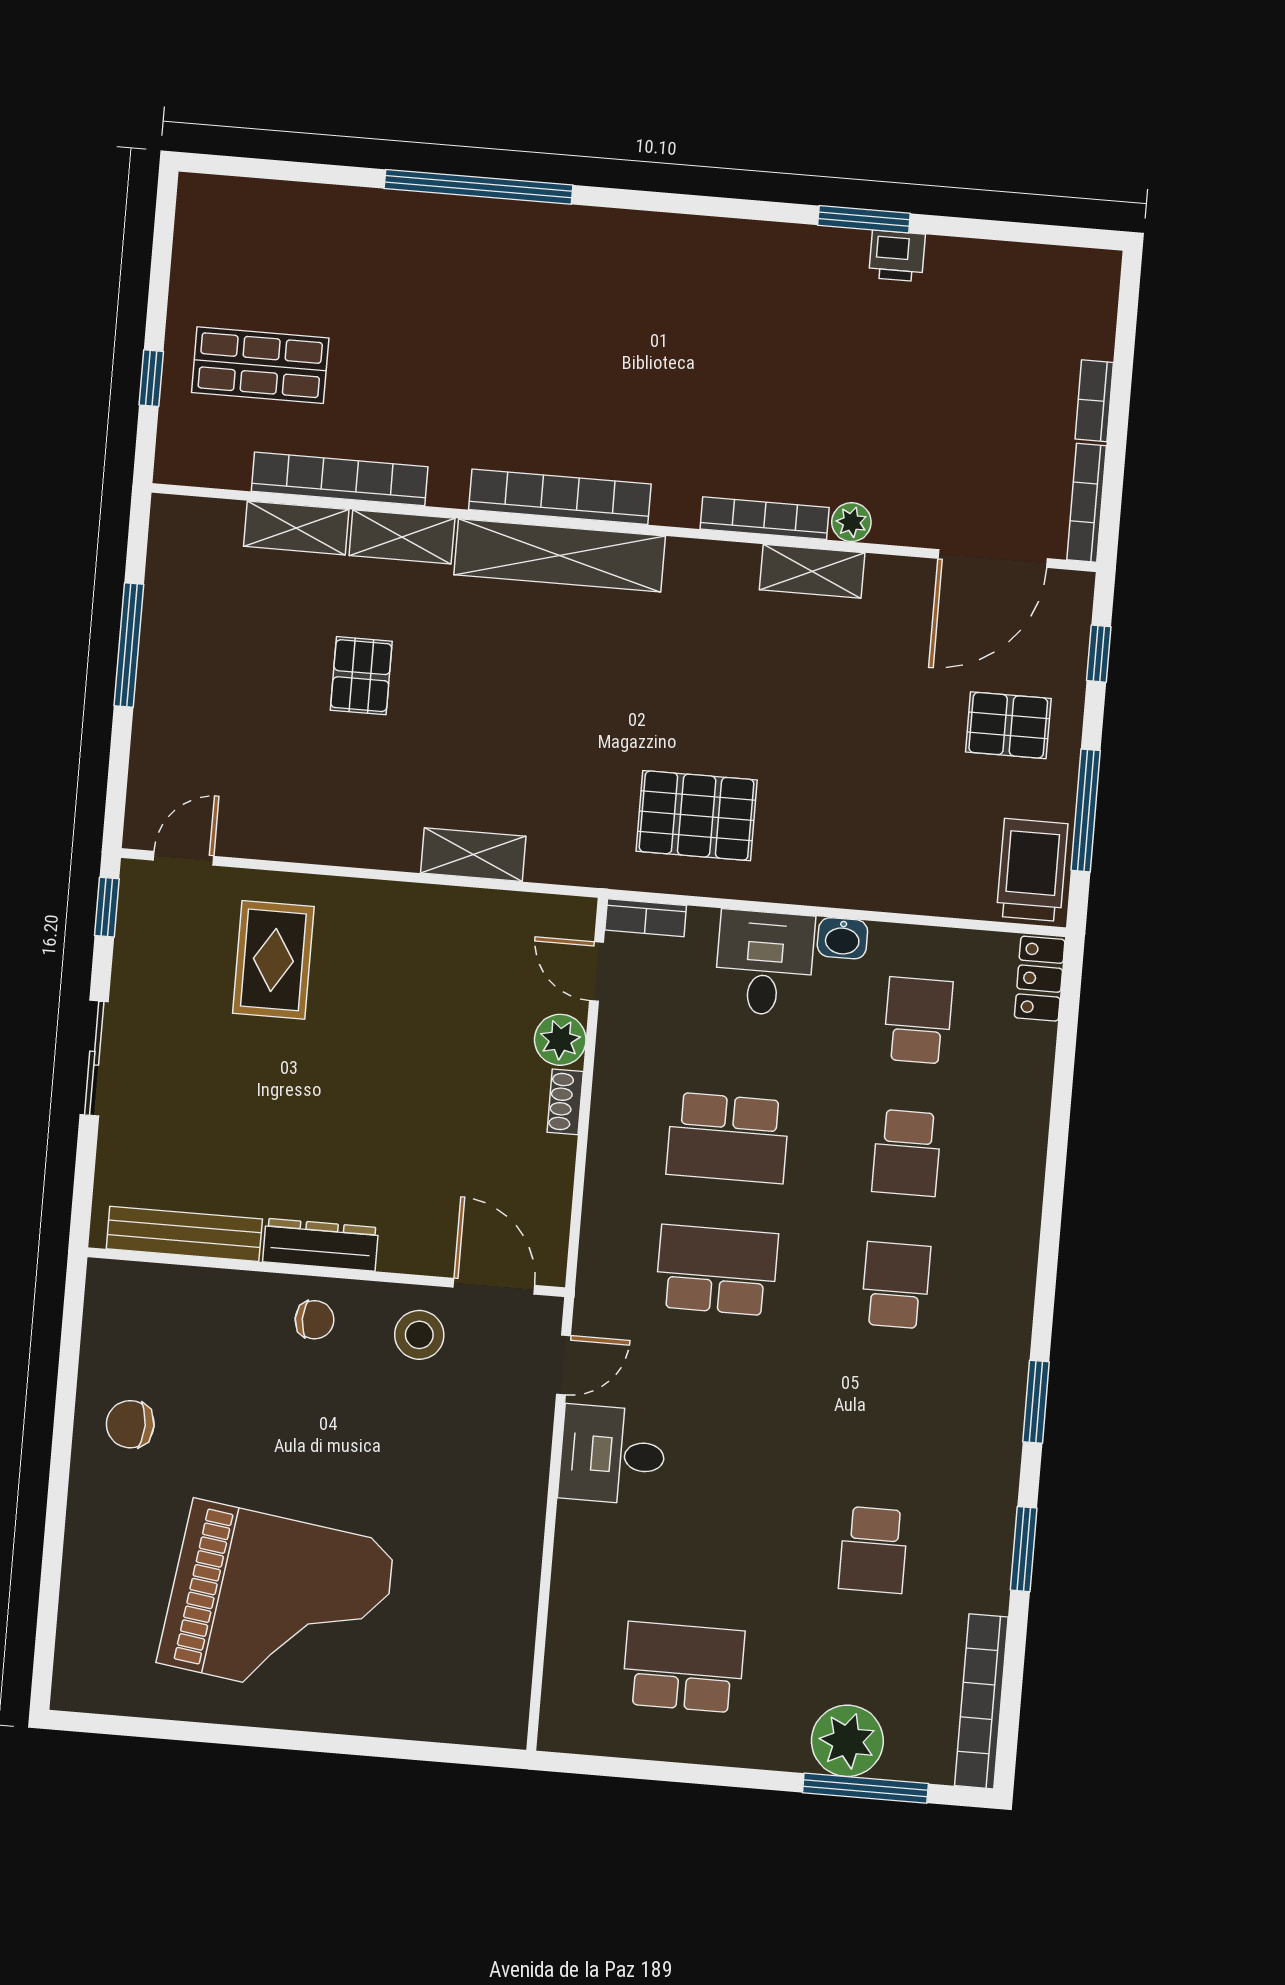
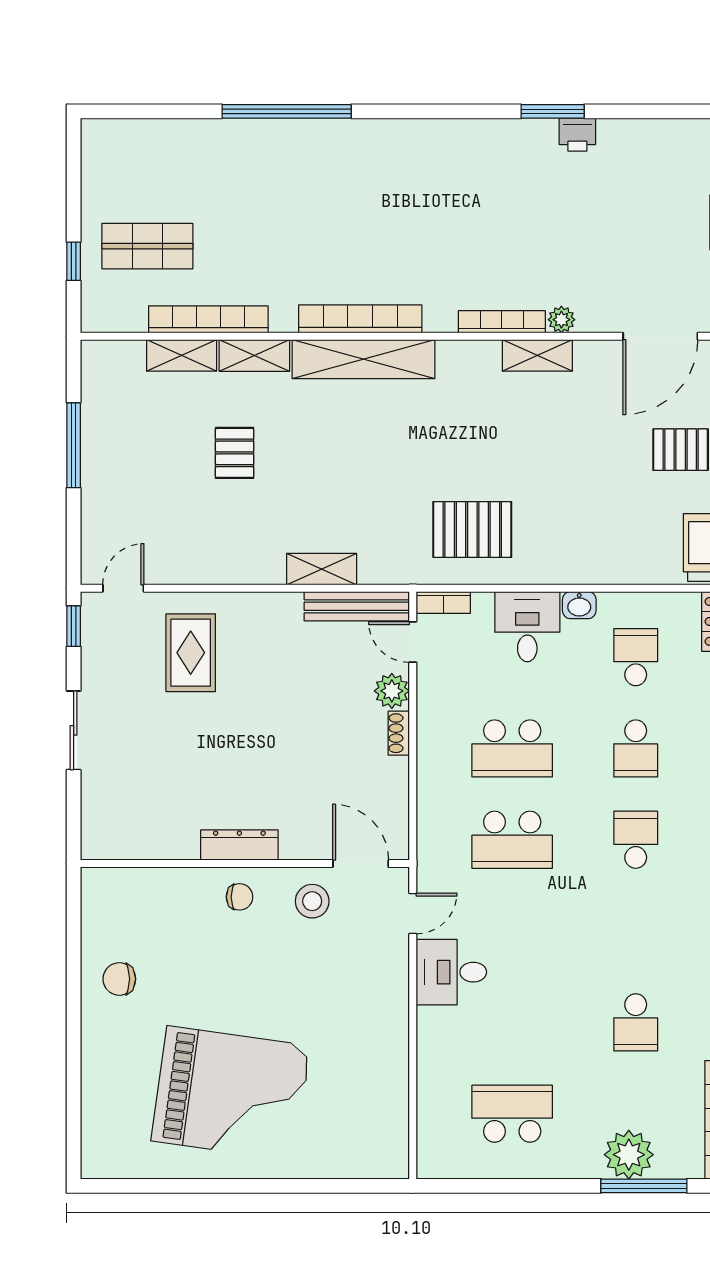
bench: (184, 1234) -> (357, 606), moved
school desk: (717, 1270) -> (512, 840), turned 180

